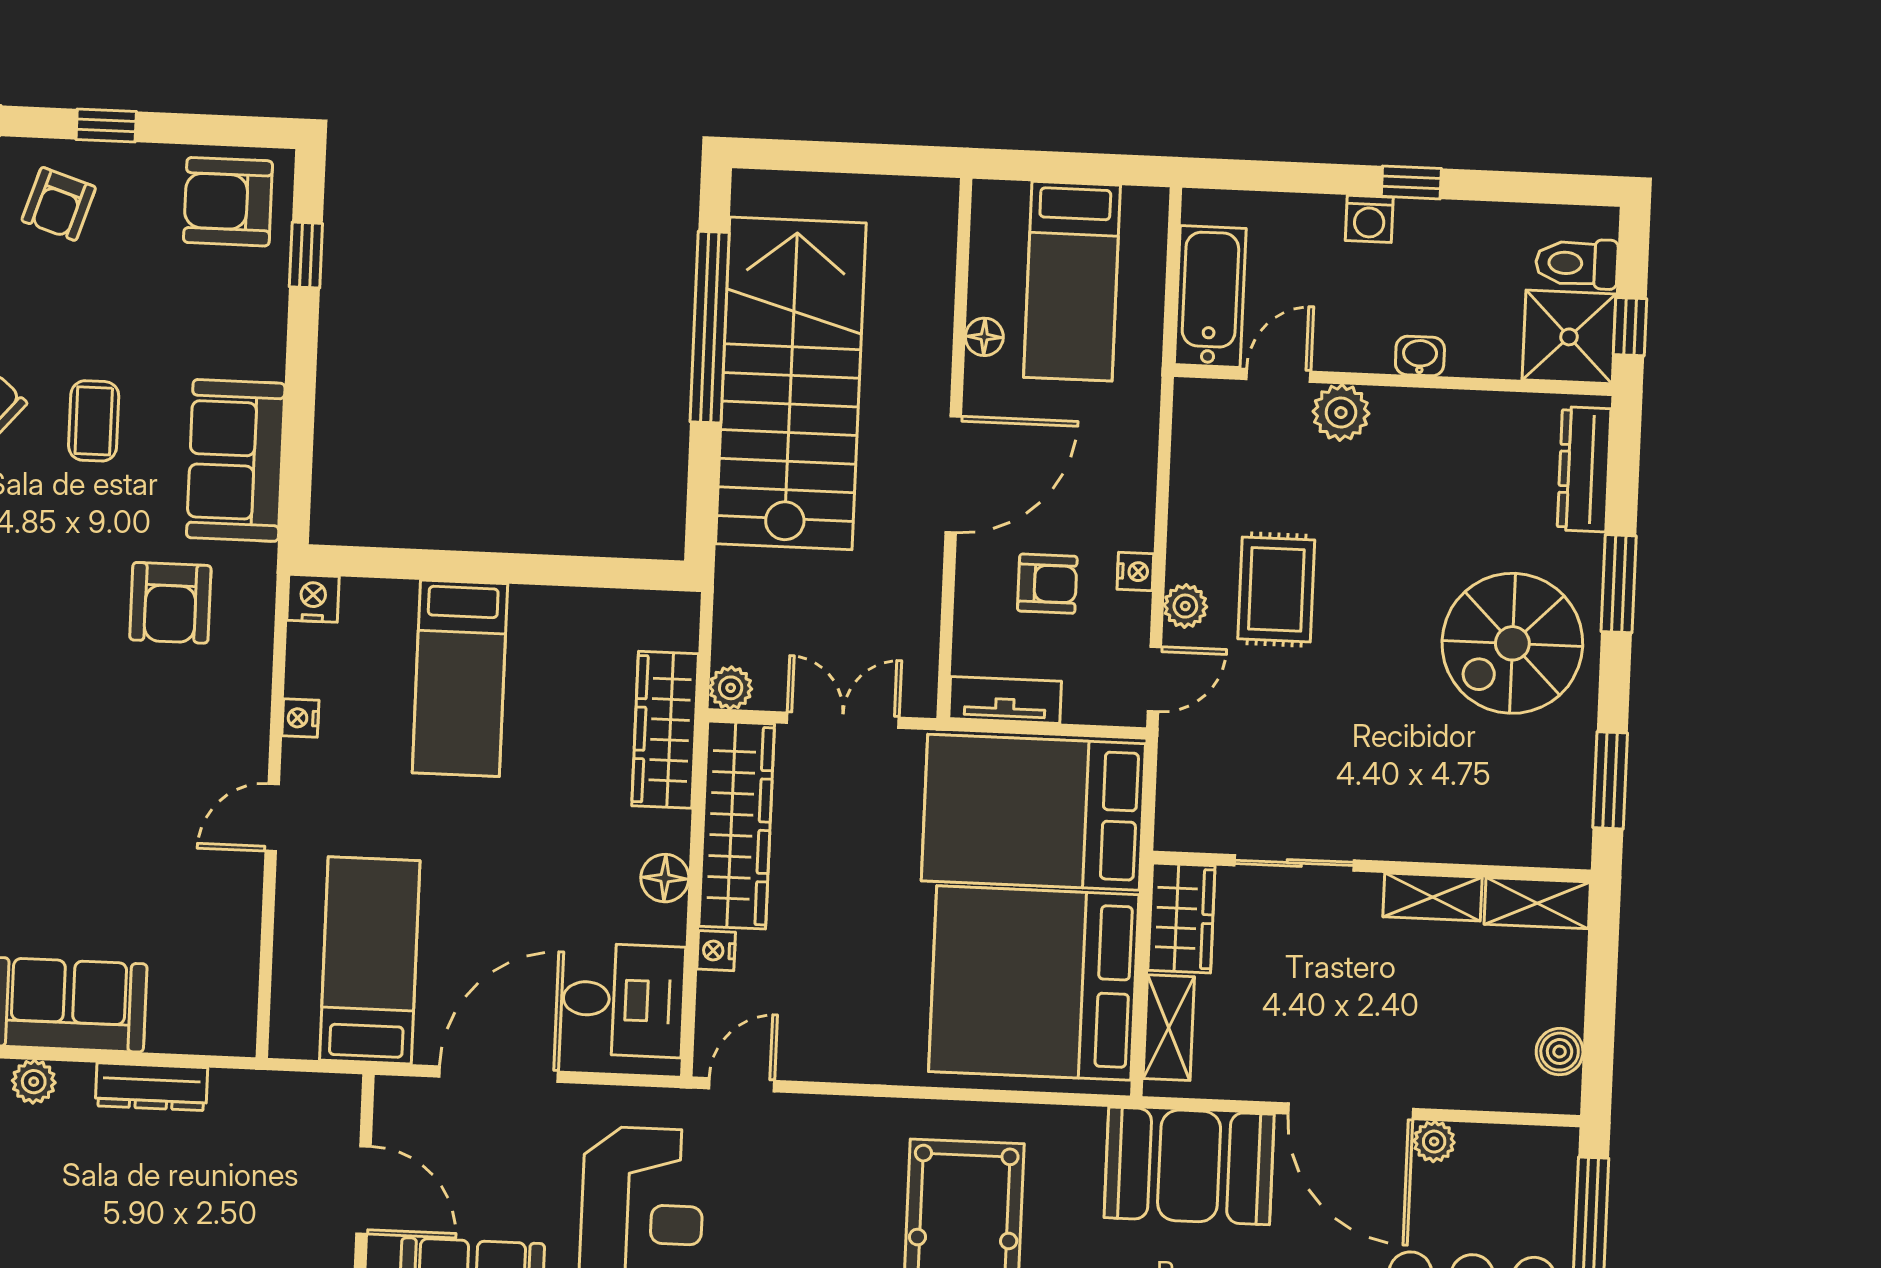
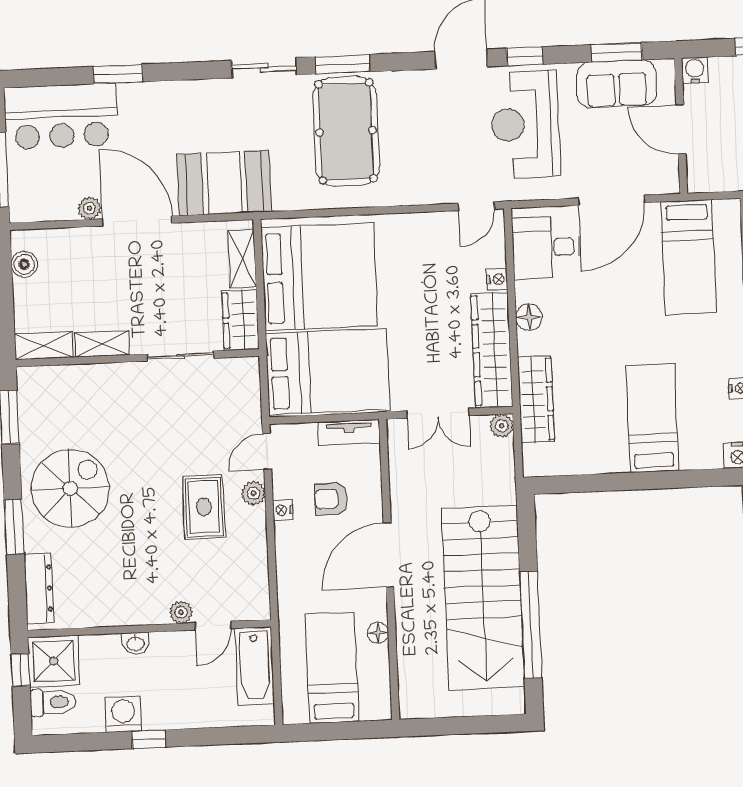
washing machine: (1369, 219) -> (123, 714), moved, width x1.38, depth x1.38
plant: (1341, 413) -> (181, 612), width x0.73, depth x0.73

